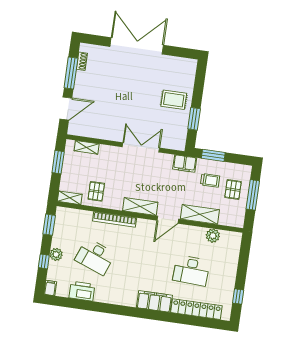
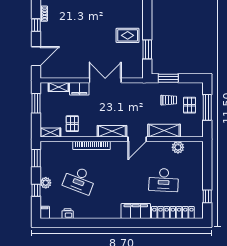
window: (71, 73) -> (36, 25), width x0.46
filing cabinet: (185, 164) -> (79, 89), moved
printer: (82, 291) -> (68, 214), width x0.53, depth x0.68

